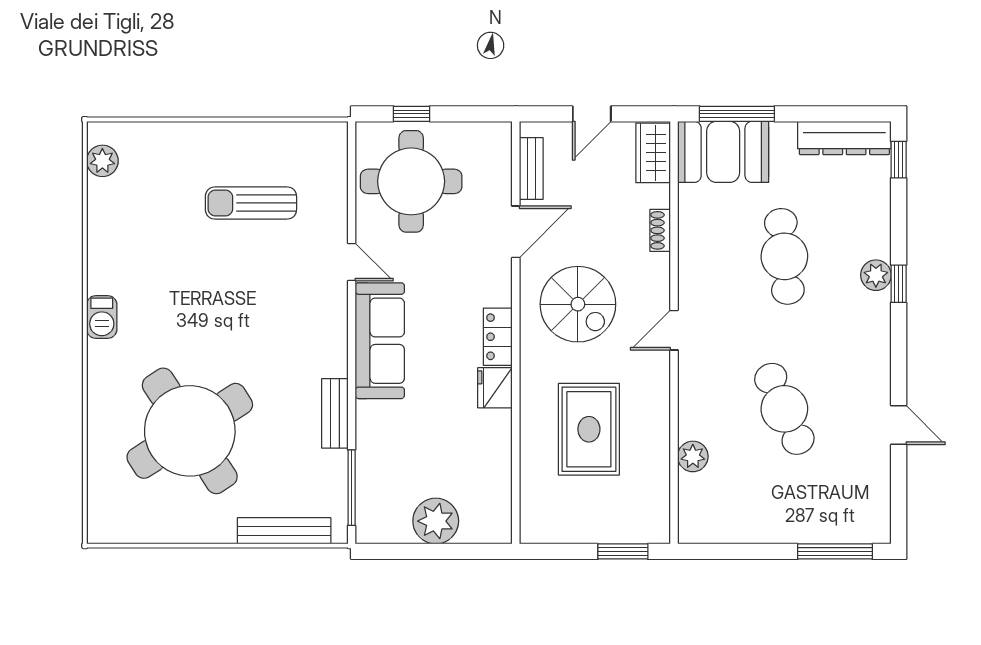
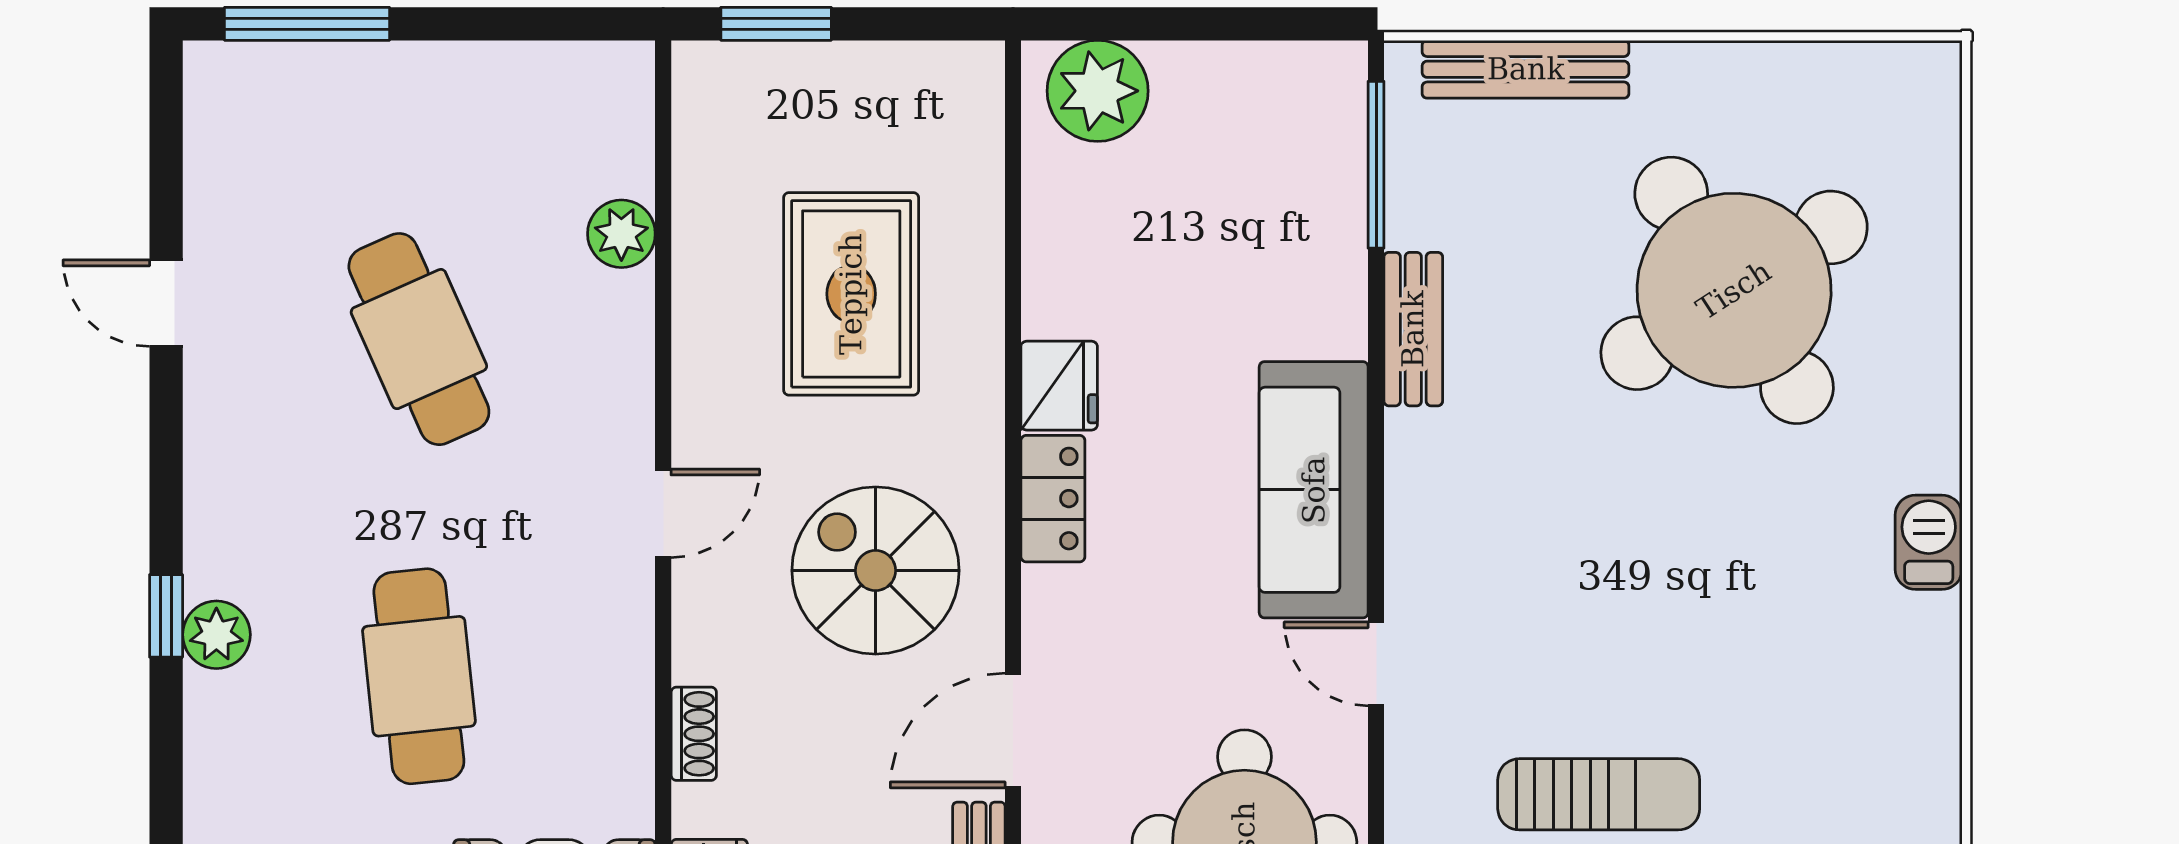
plant: (436, 521) -> (1098, 91), moved

